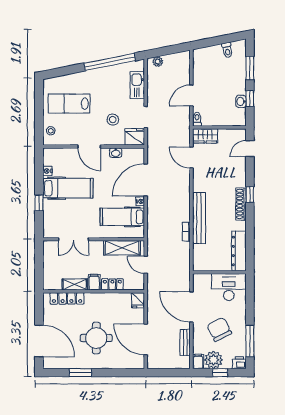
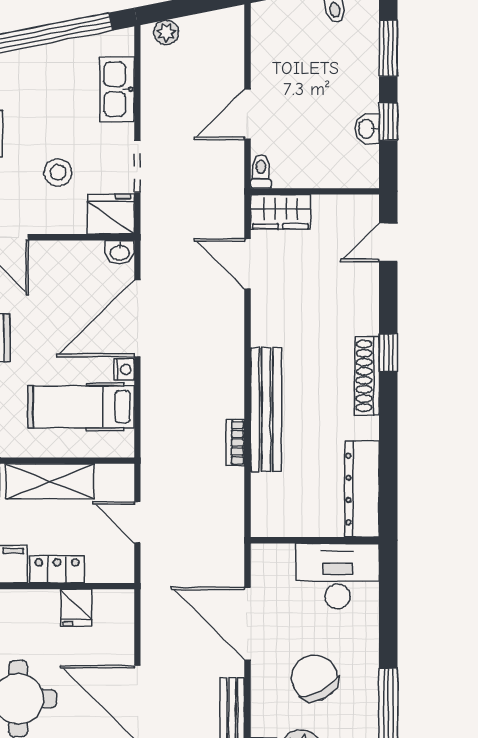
washbasin: (116, 153) -> (120, 252), moved
shelving: (122, 248) -> (50, 481), moved
fridge: (138, 300) -> (76, 608), moved

